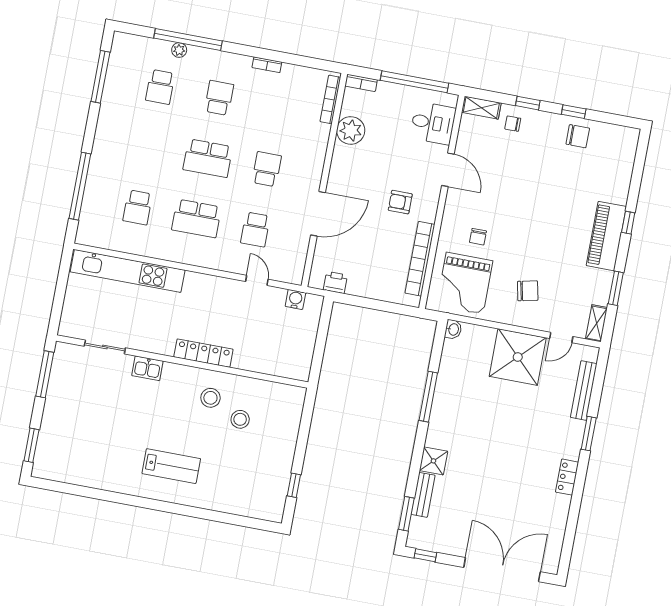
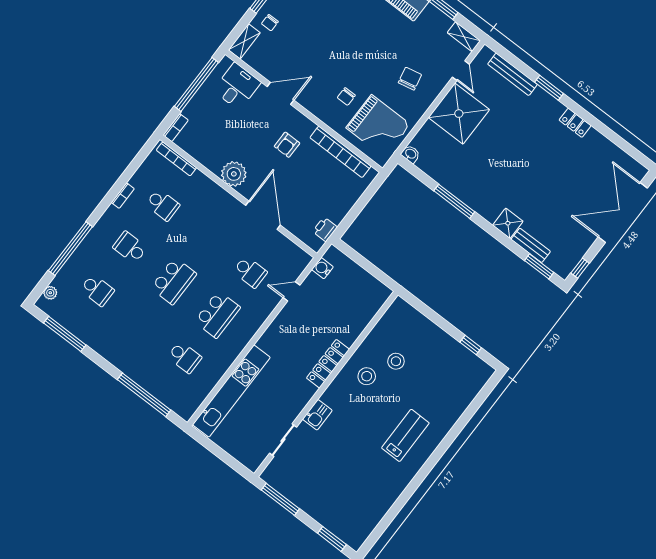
plant: (179, 50) -> (50, 293), moved
plant: (351, 130) -> (234, 174), moved
school desk: (267, 169) -> (163, 205), moved, turned 180
chair: (478, 237) -> (346, 96), turned 90

